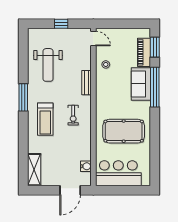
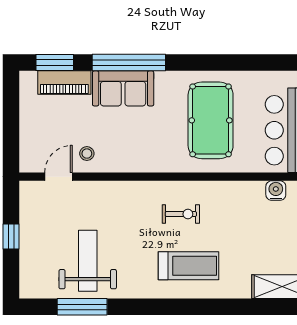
door: (93, 38) -> (58, 177), moved
weight bench: (48, 65) -> (88, 261), turned -90
bench: (86, 83) -> (121, 189), removed
window: (23, 97) -> (82, 307), moved

